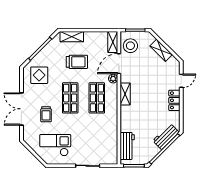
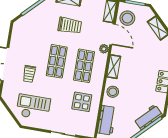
door: (119, 64) -> (112, 34), swing flipped
display table: (39, 75) -> (82, 102), moved
stool: (128, 118) -> (113, 92), added

